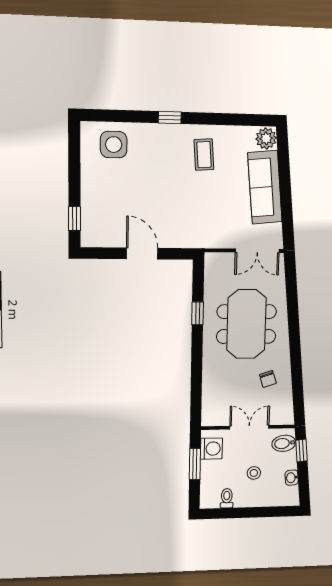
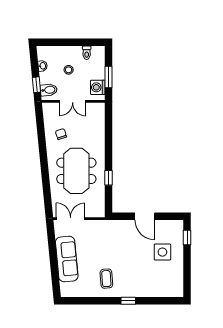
plant: (266, 138) -> (67, 290), removed
side table: (114, 145) -> (162, 252), moved

